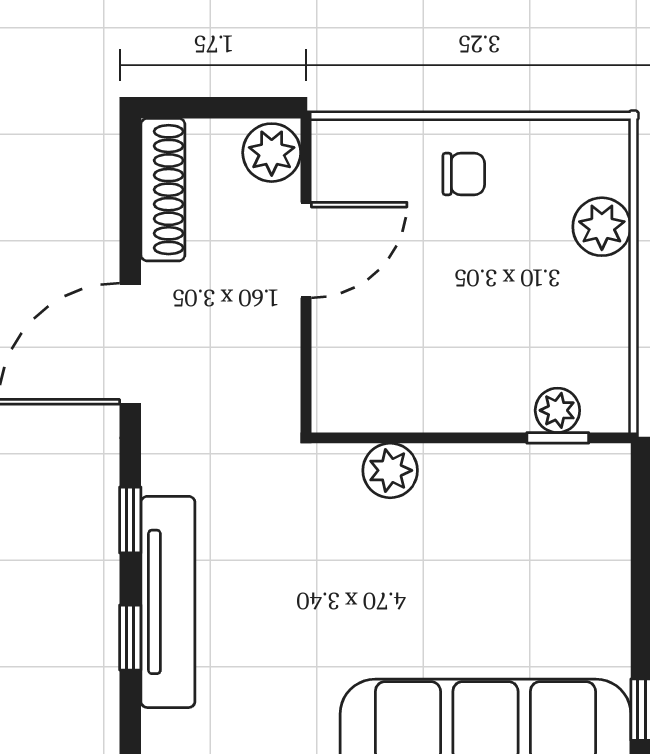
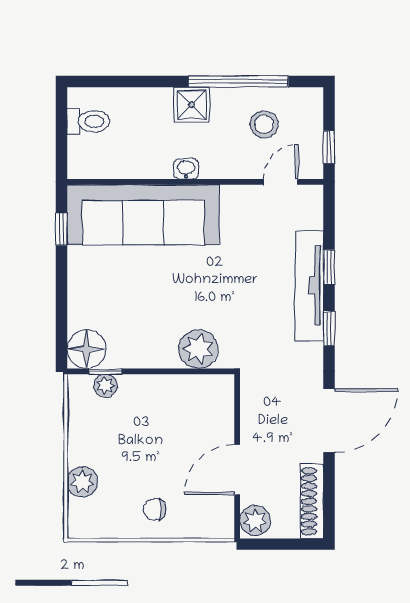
plant: (390, 470) -> (198, 349), width x1.36, depth x1.36
floor lamp: (594, 480) -> (87, 349), added

